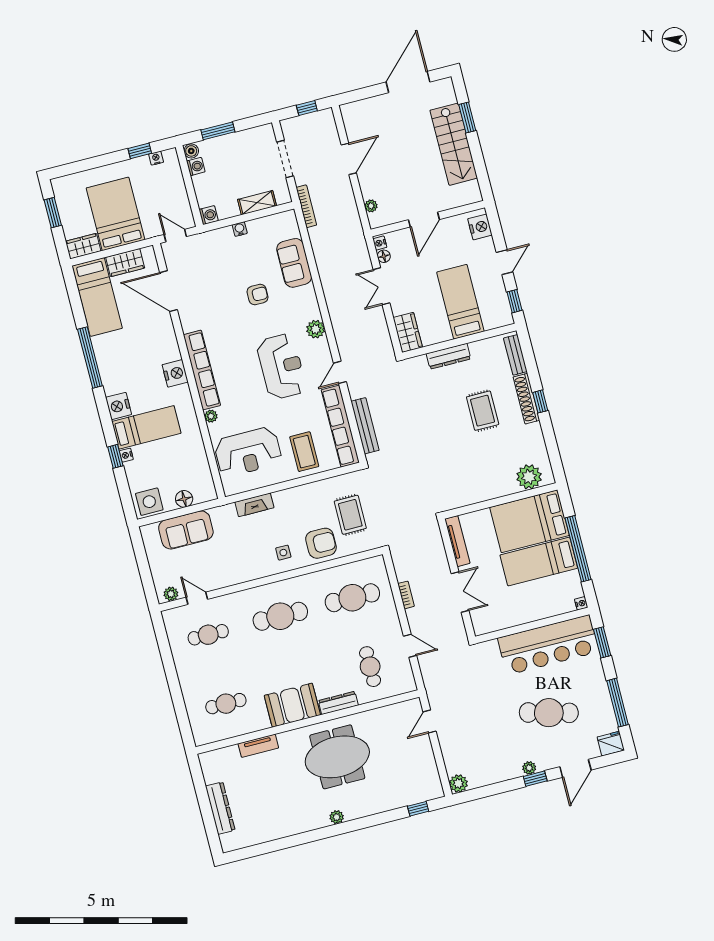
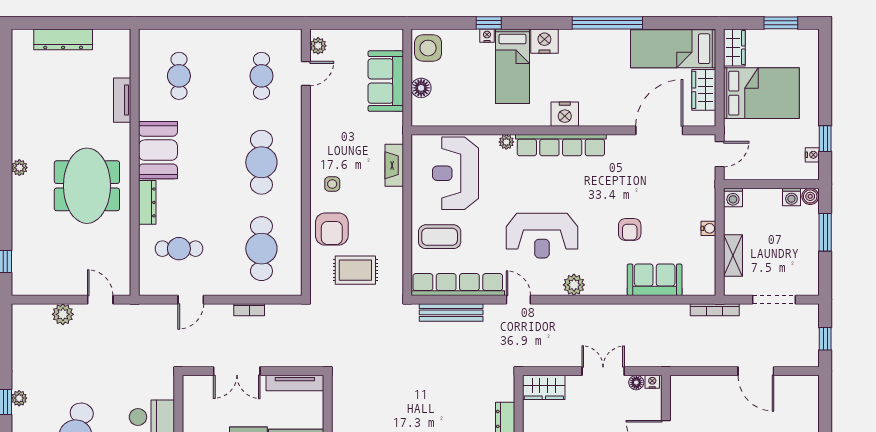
plant: (371, 206) -> (697, 383), removed
plant: (458, 783) -> (63, 314), moved

